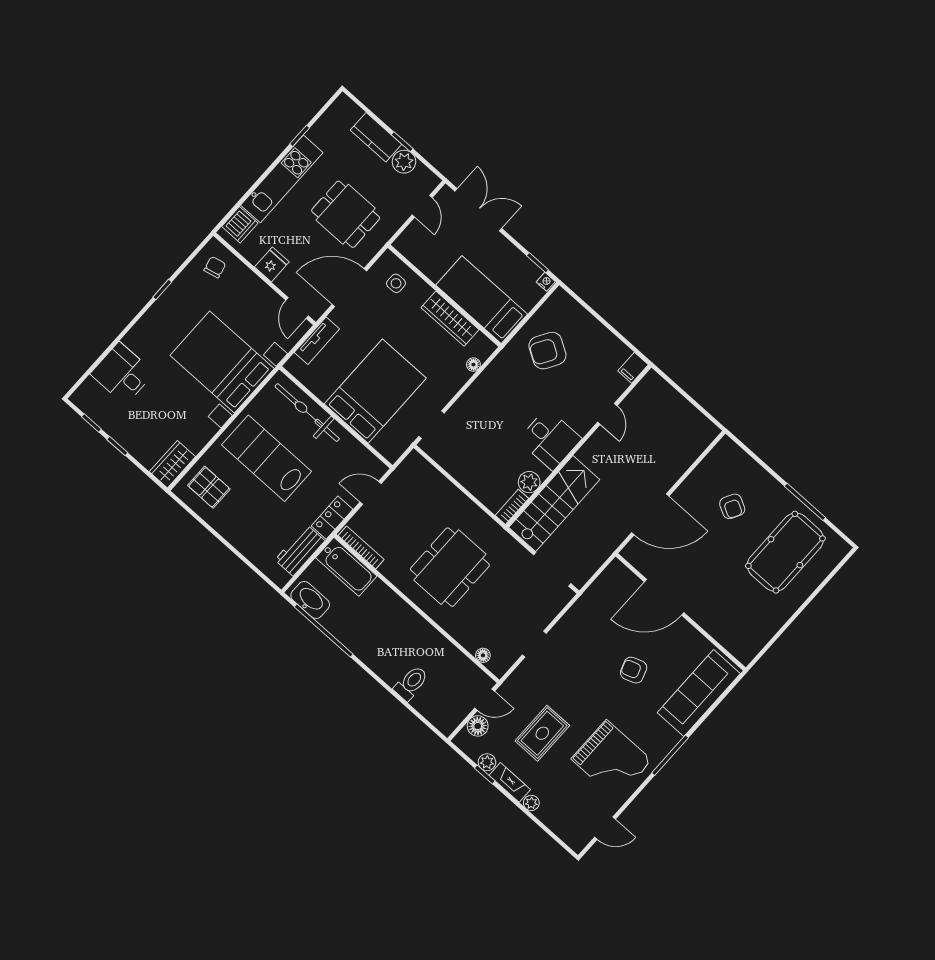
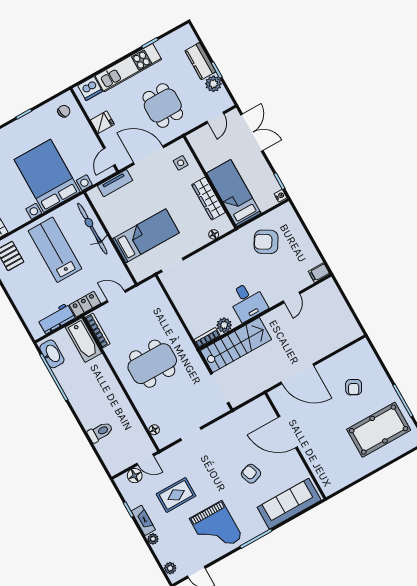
bed: (375, 391) -> (146, 236), width x0.67
plant: (487, 762) -> (170, 568), moved

